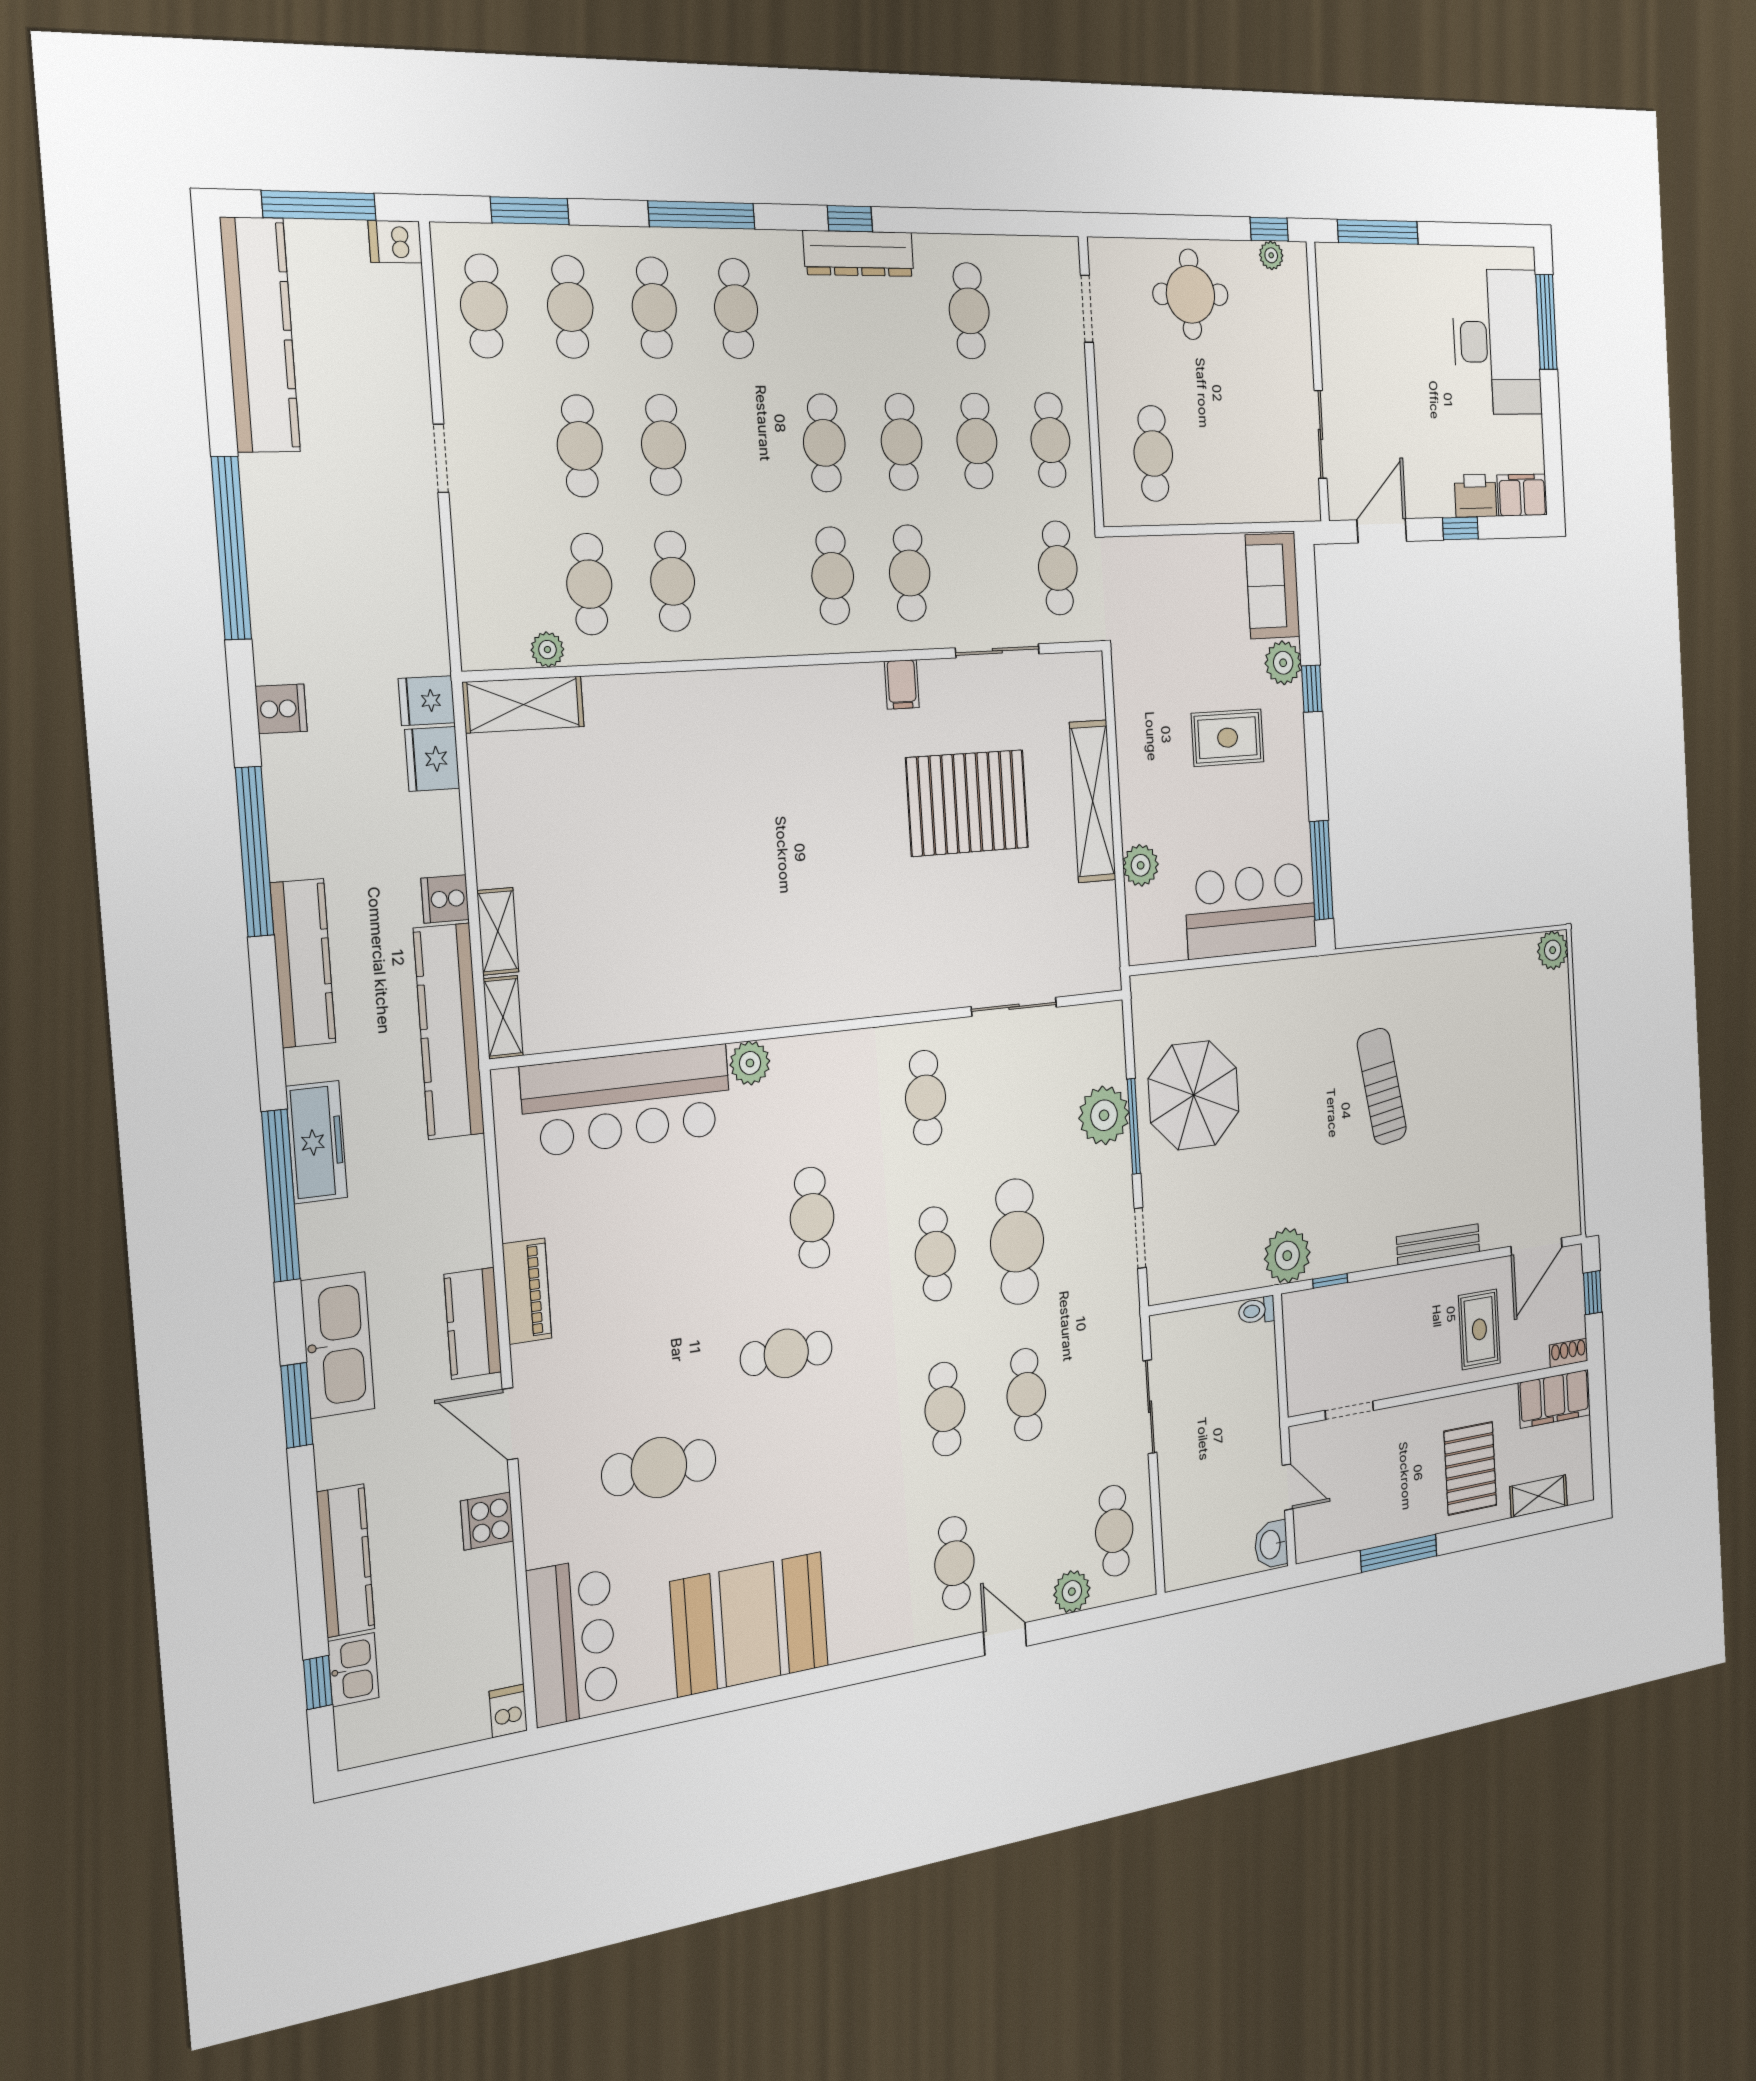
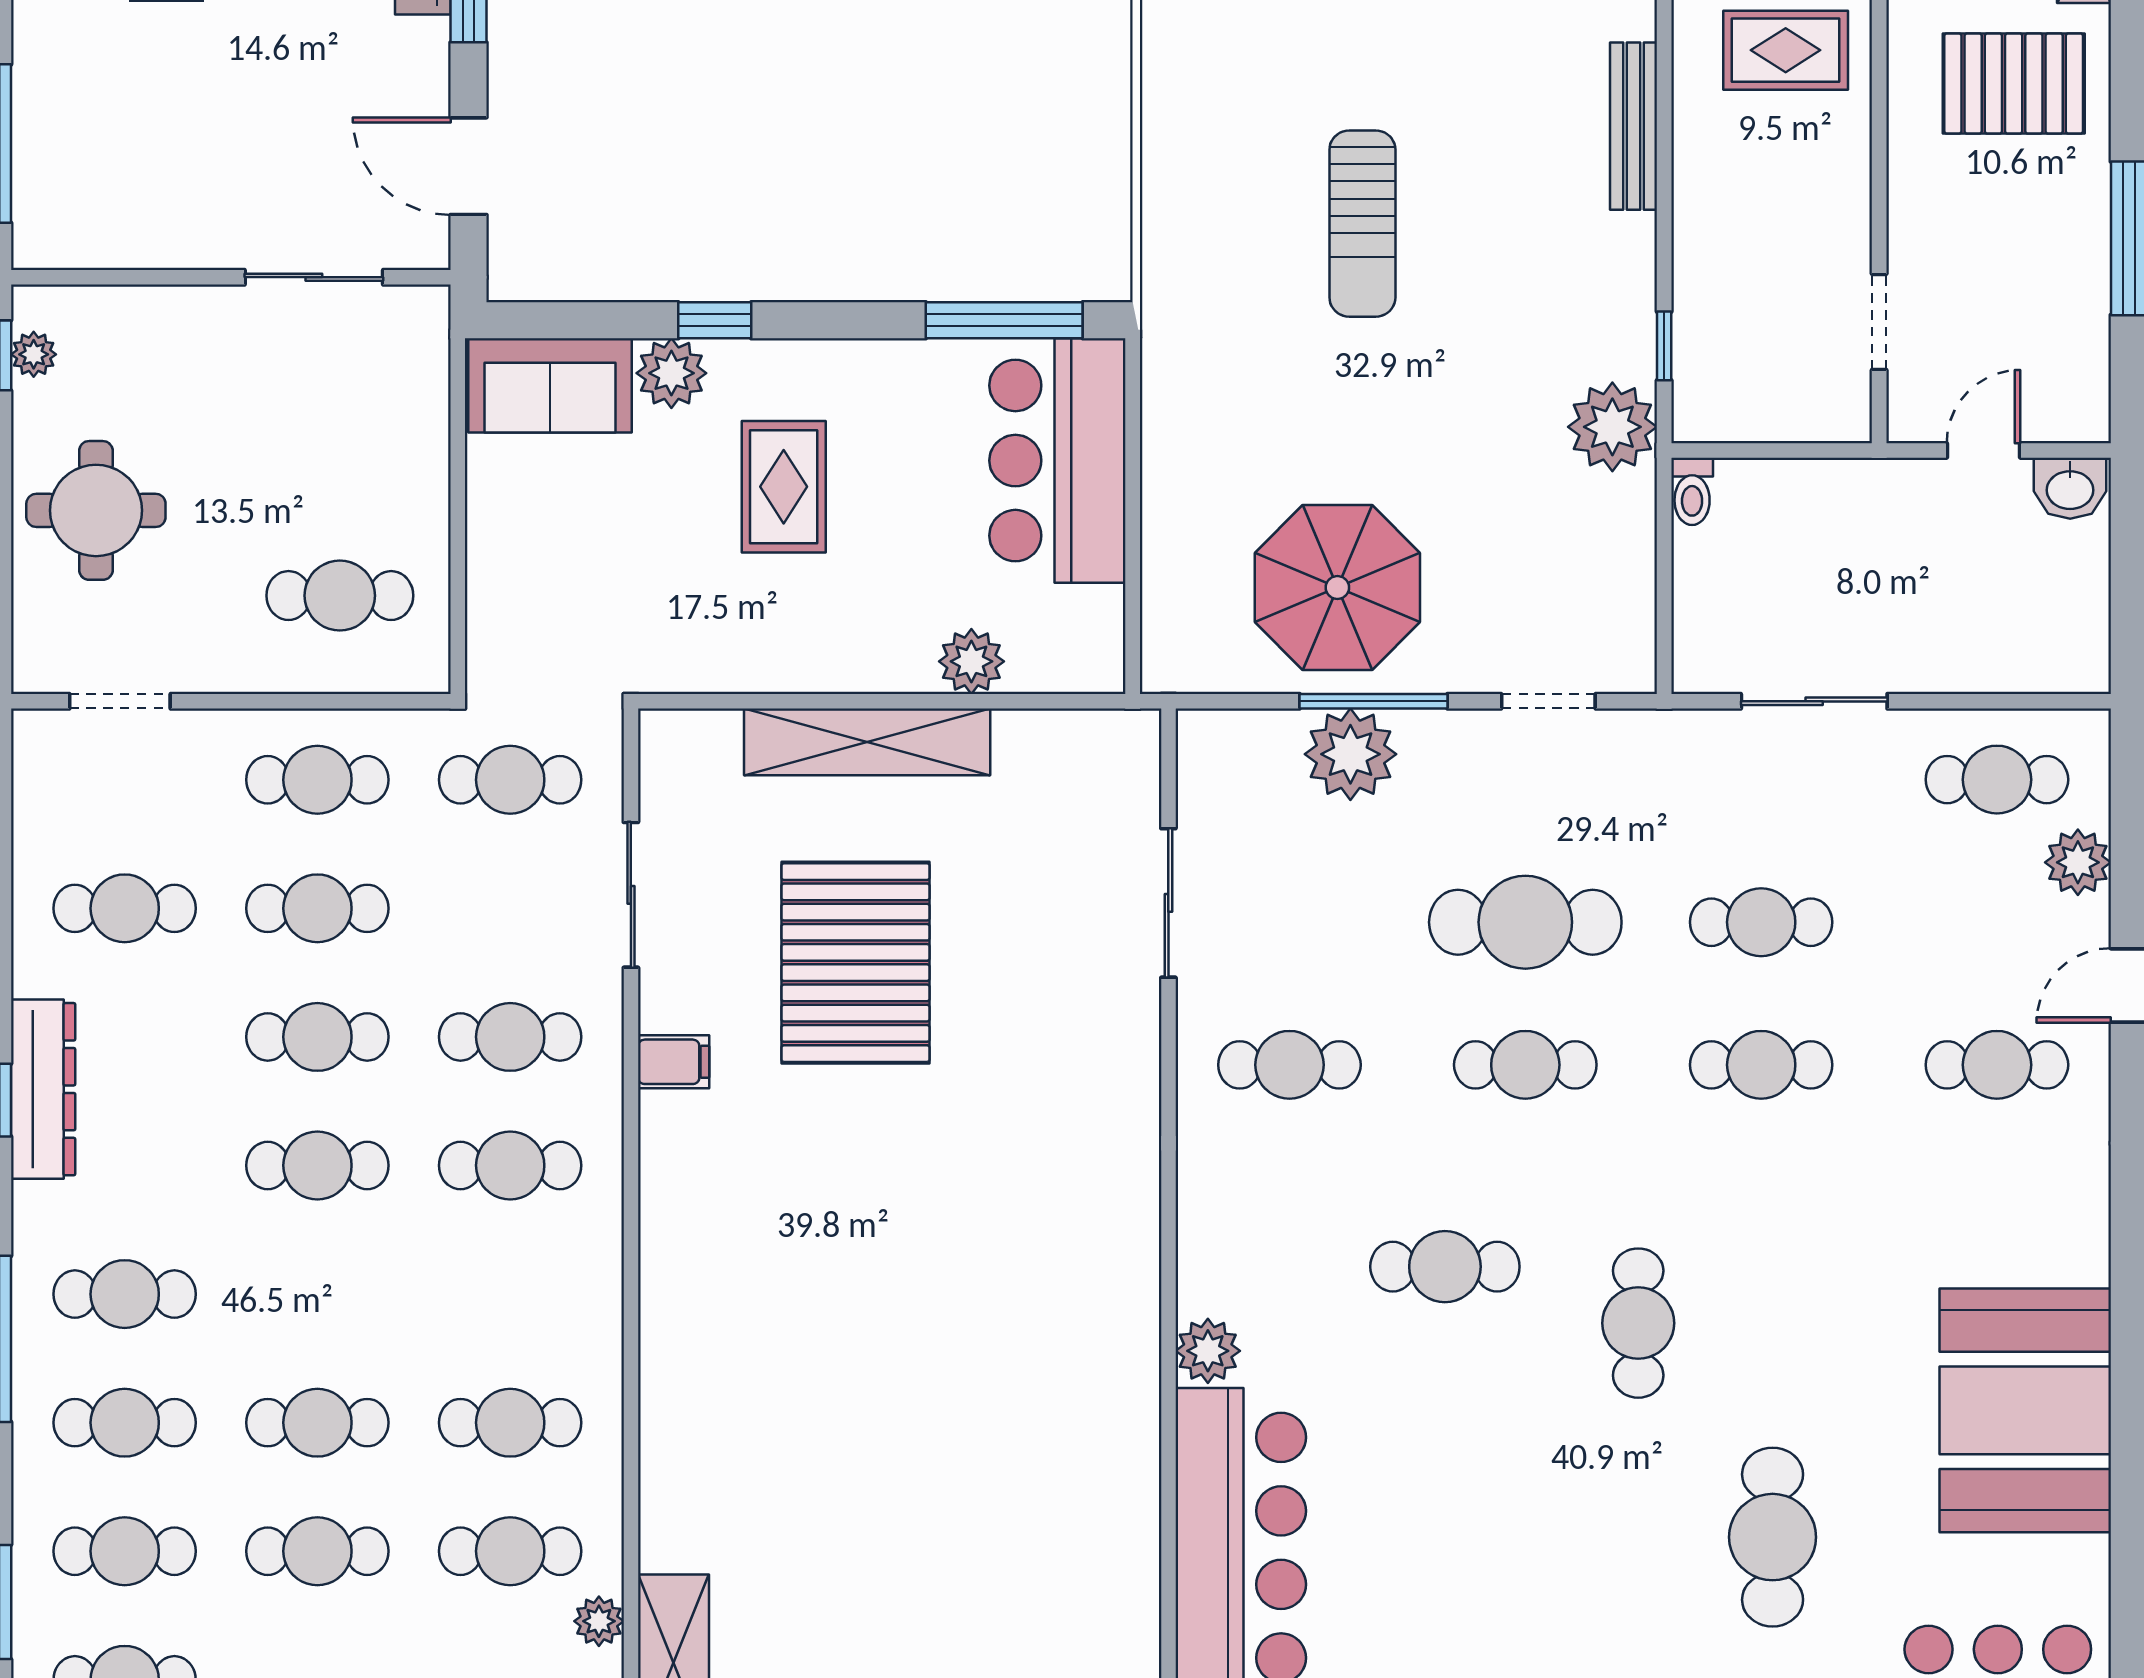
sun lounger: (1382, 1086) -> (1362, 224), turned -81

